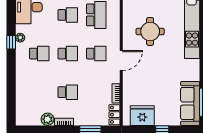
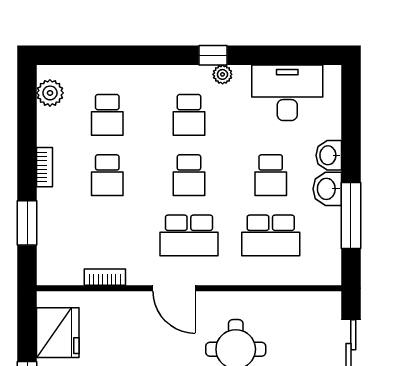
school desk: (96, 54) -> (189, 235), width x1.85
school desk: (39, 92) -> (107, 115), added
locker: (114, 115) -> (60, 274), removed
plant: (48, 119) -> (50, 93), moved

